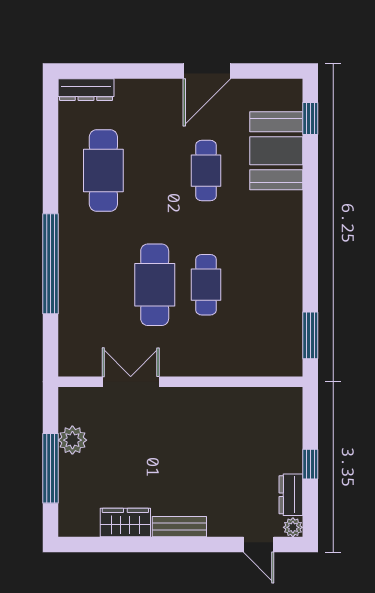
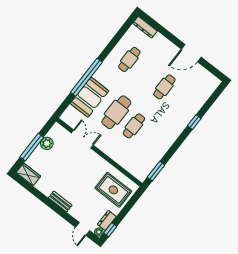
window: (310, 118) -> (194, 122), moved
booth: (276, 151) -> (89, 97), moved
cafe table: (103, 171) -> (129, 59), width x0.73, depth x0.74
rug: (259, 430) -> (113, 190), added
window: (310, 464) -> (110, 230), moved
wardrobe: (125, 523) -> (28, 174), moved

